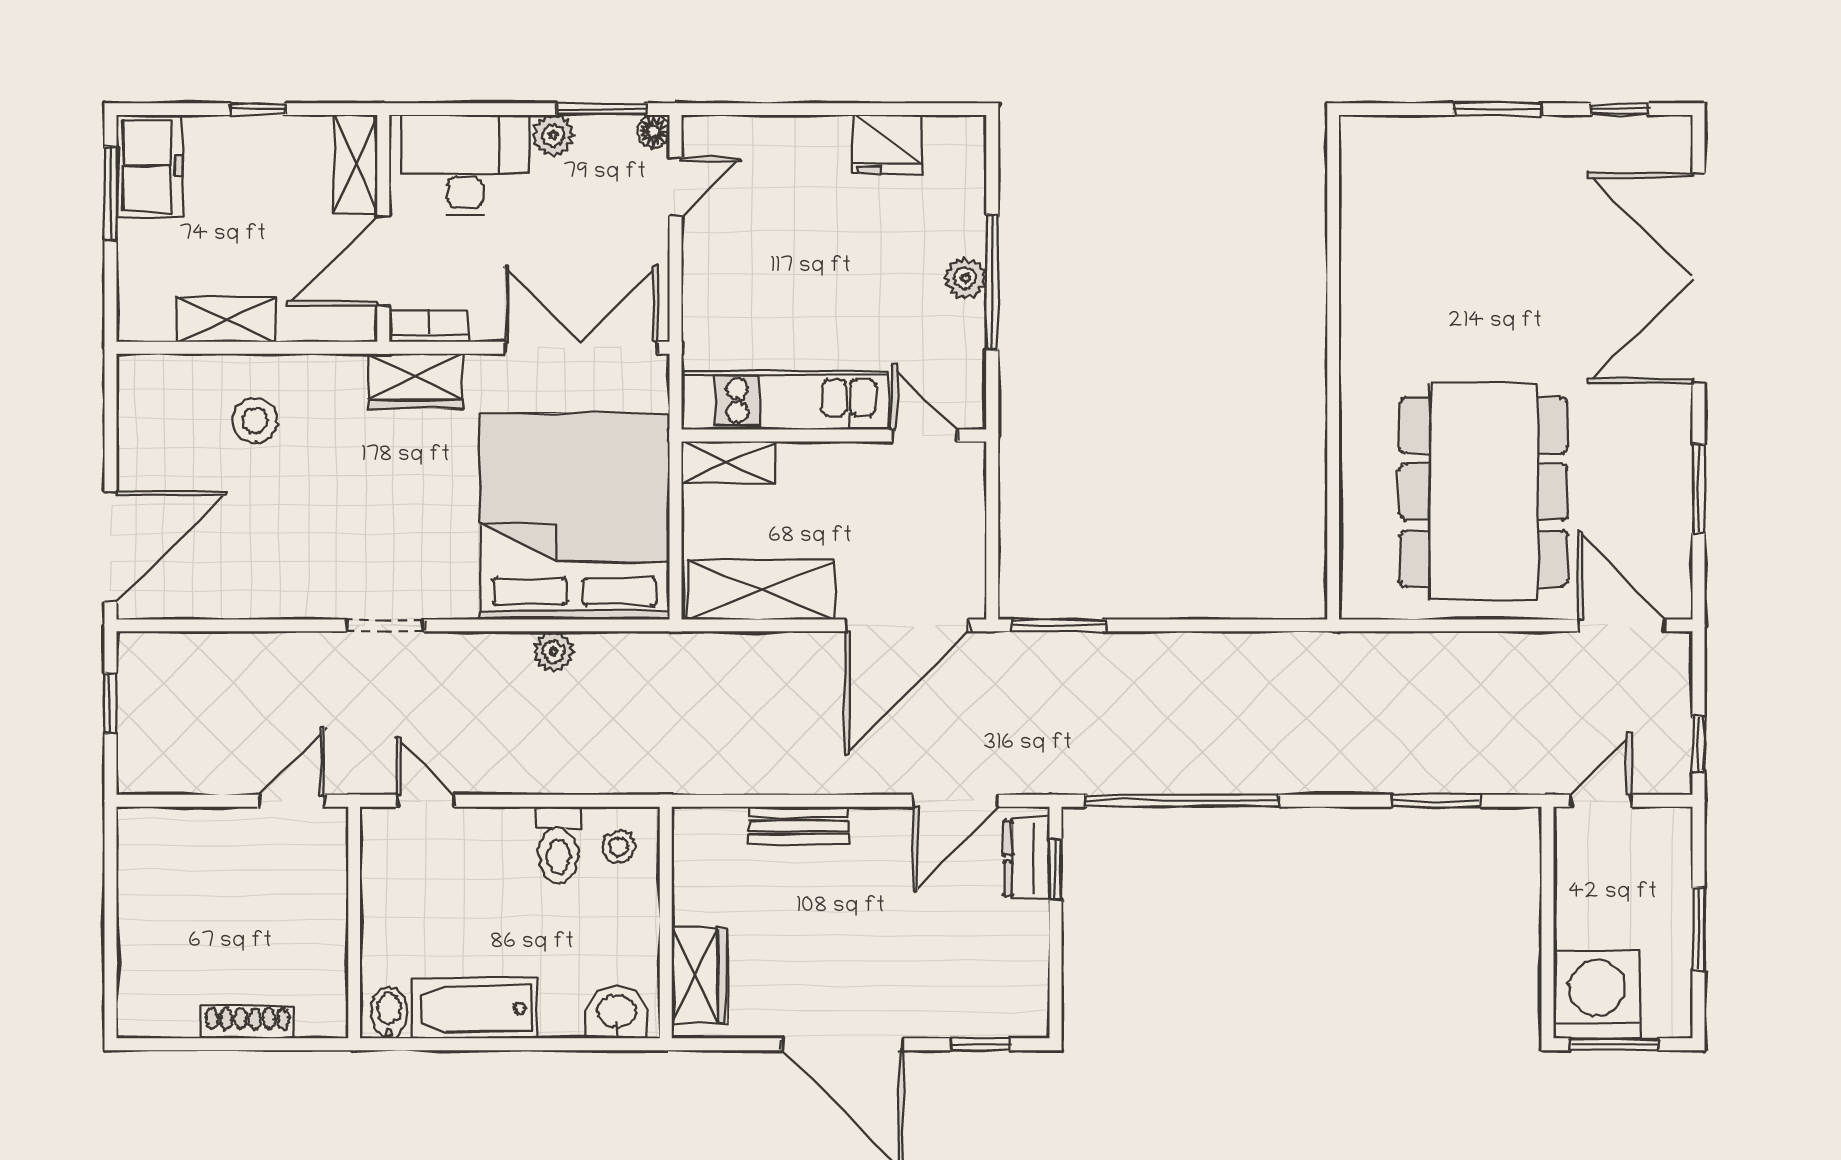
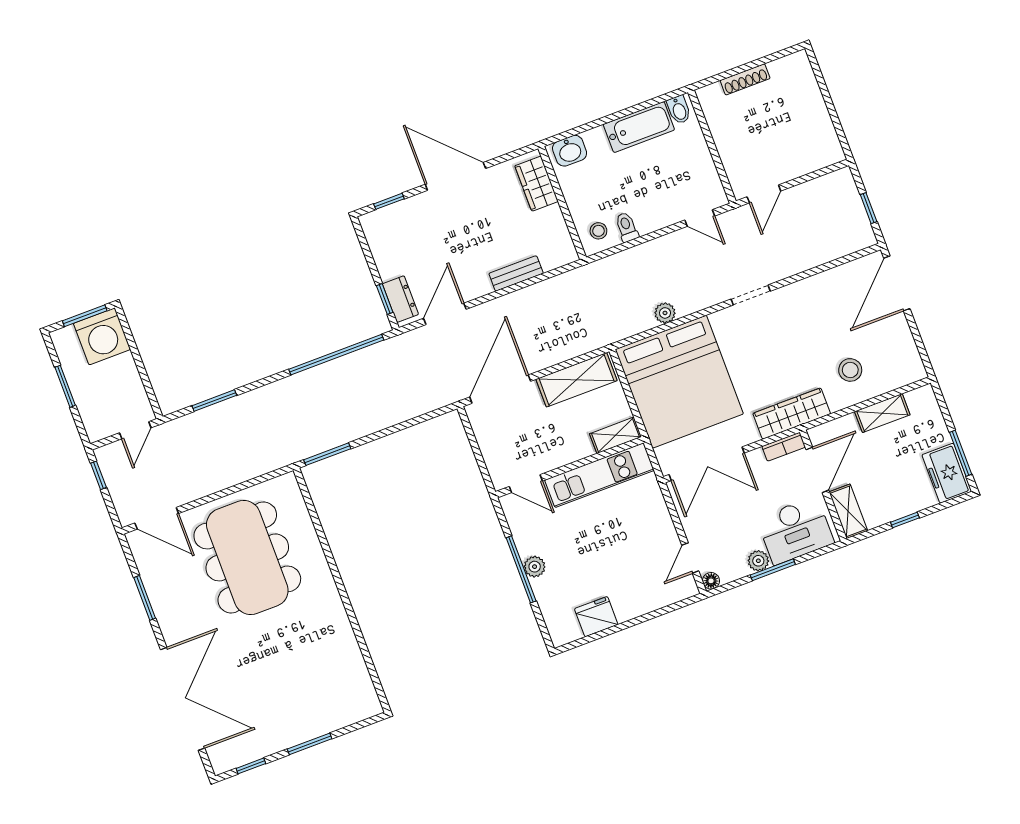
window: (602, 109) -> (773, 570), moved
wardrobe: (415, 381) -> (792, 414), width x1.50
window: (1059, 625) -> (327, 454), moved
toilet: (559, 845) -> (627, 227), width x0.73, depth x0.72

